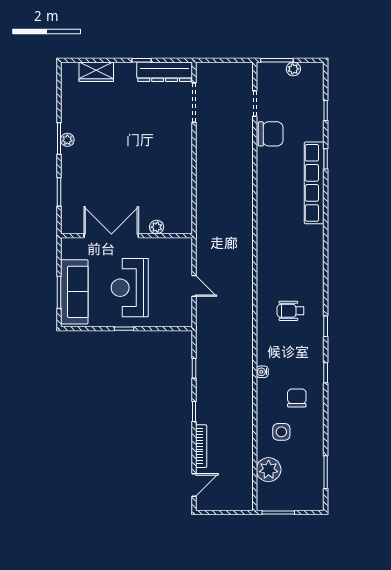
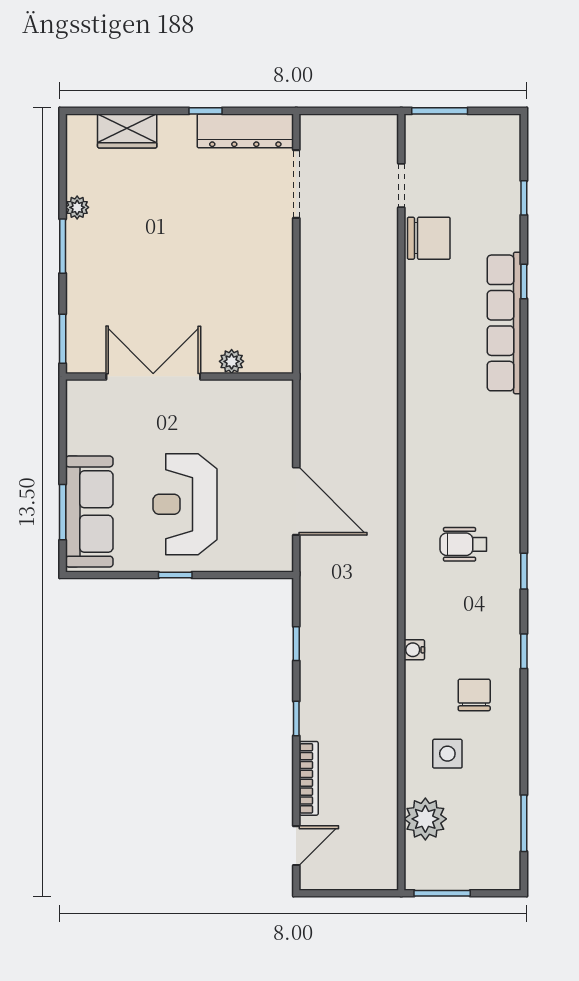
plant: (293, 69) -> (468, 126), removed
plant: (67, 140) -> (77, 207), moved
plant: (157, 227) -> (232, 361), moved
double door: (111, 236) -> (153, 377), moved
wall: (126, 236) -> (179, 377), moved
door: (194, 286) -> (296, 501), width x1.88

